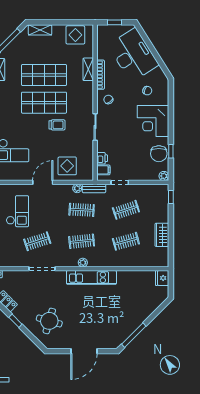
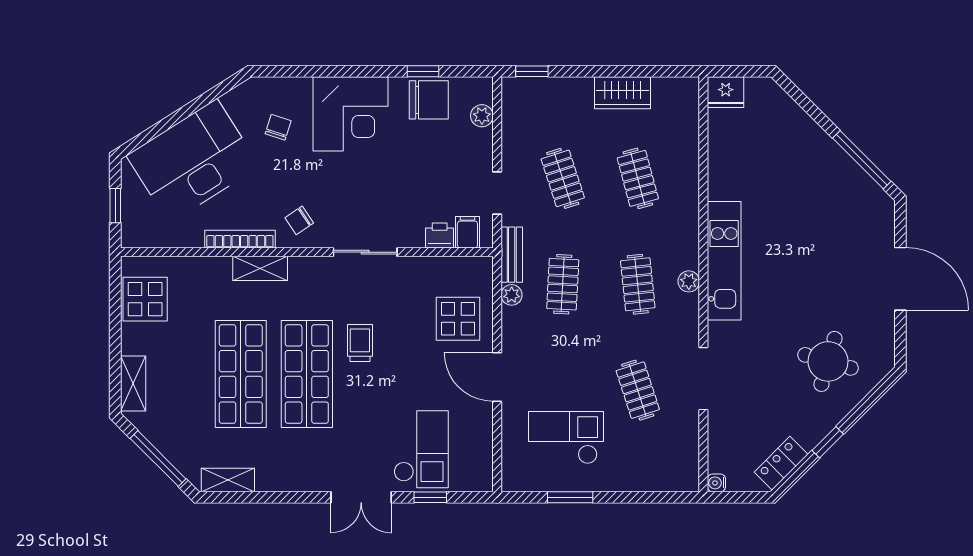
shelving: (88, 69) -> (260, 268), moved
plant: (164, 176) -> (482, 116), moved

